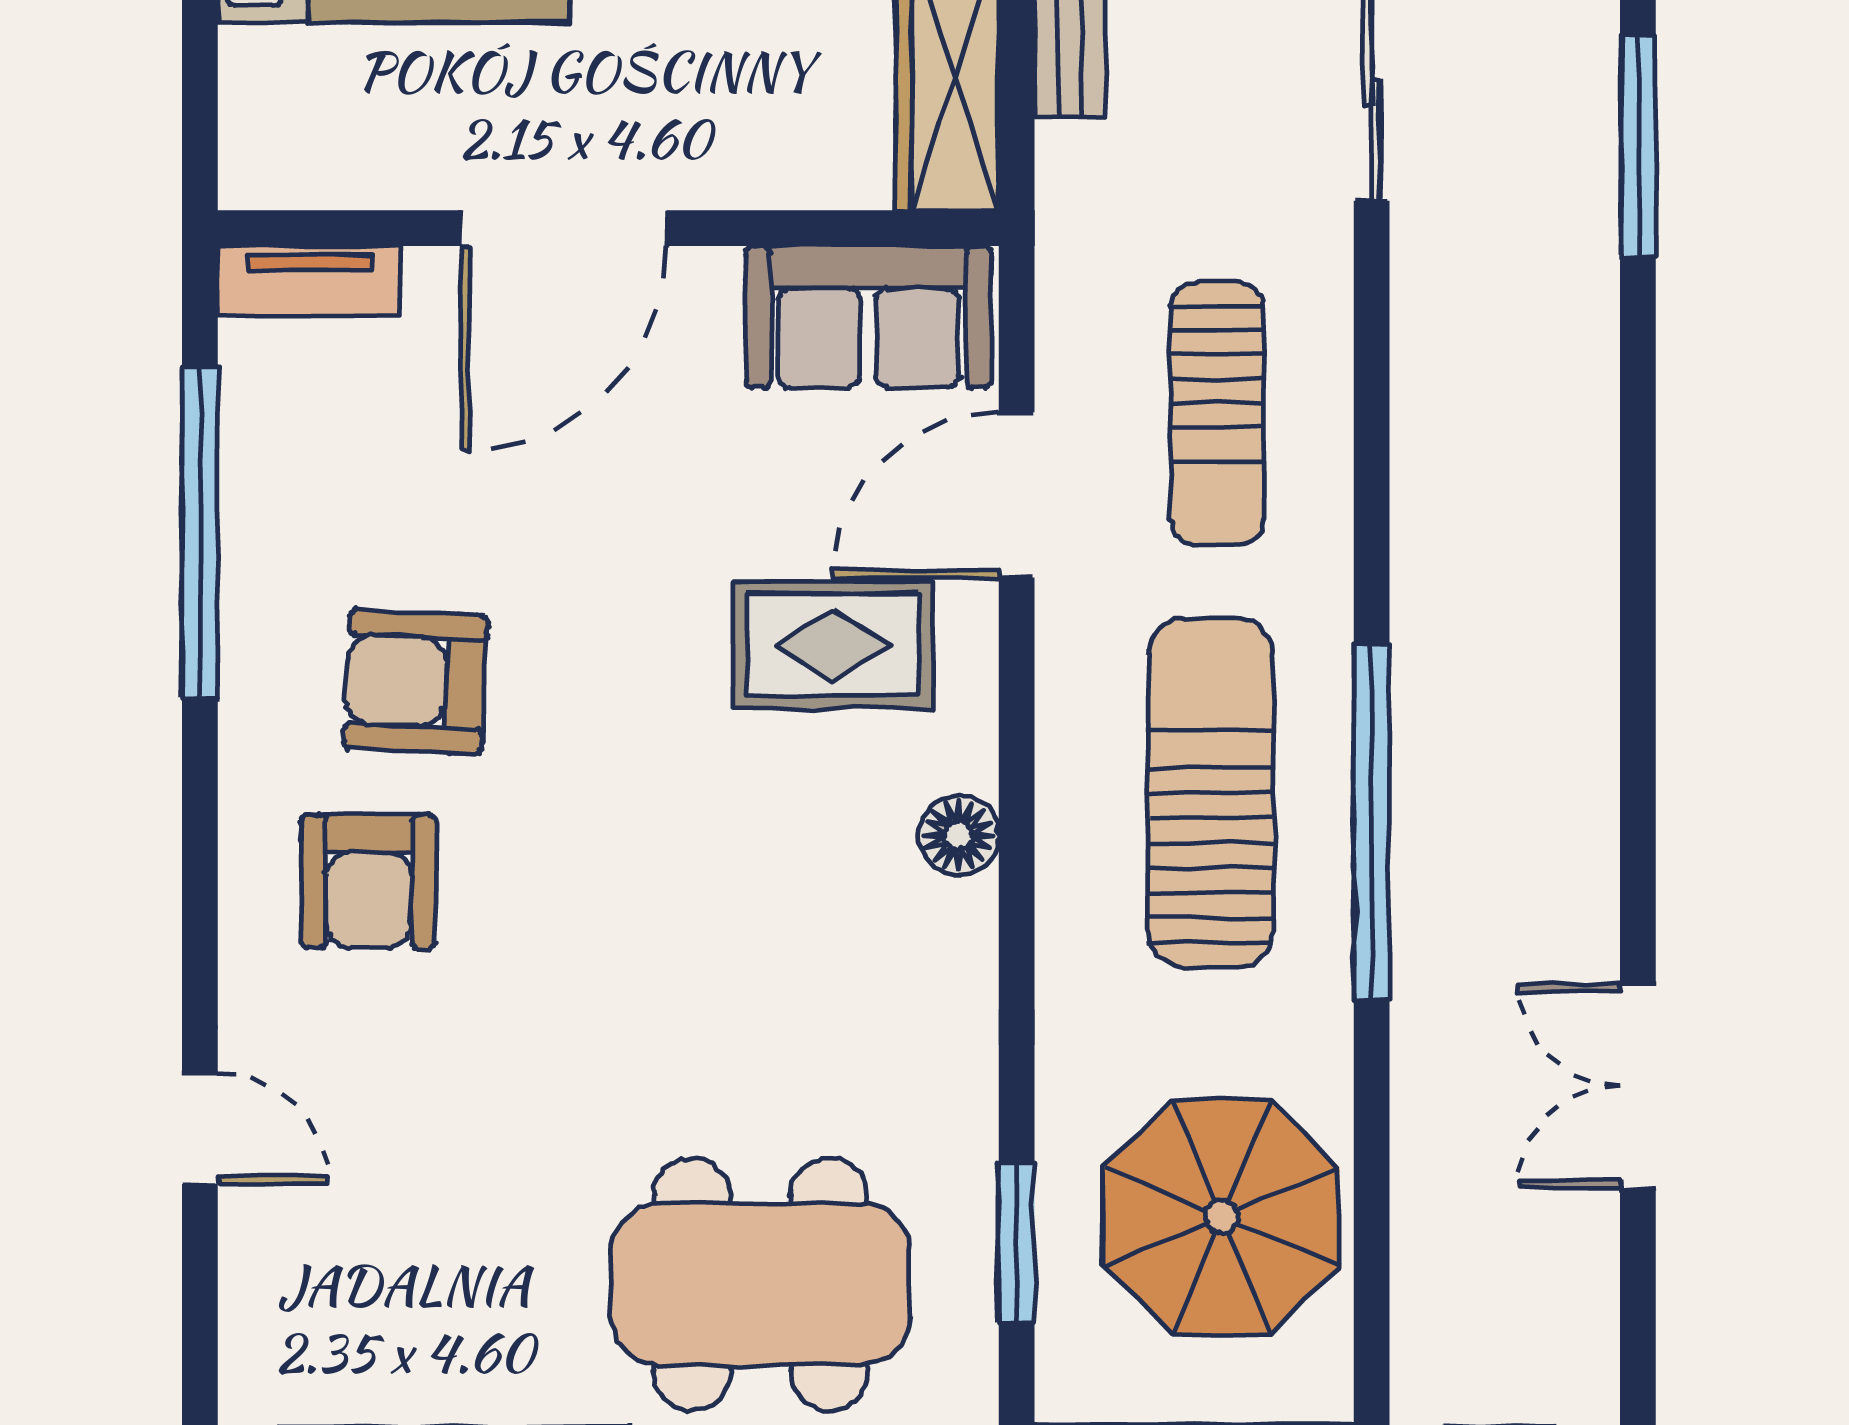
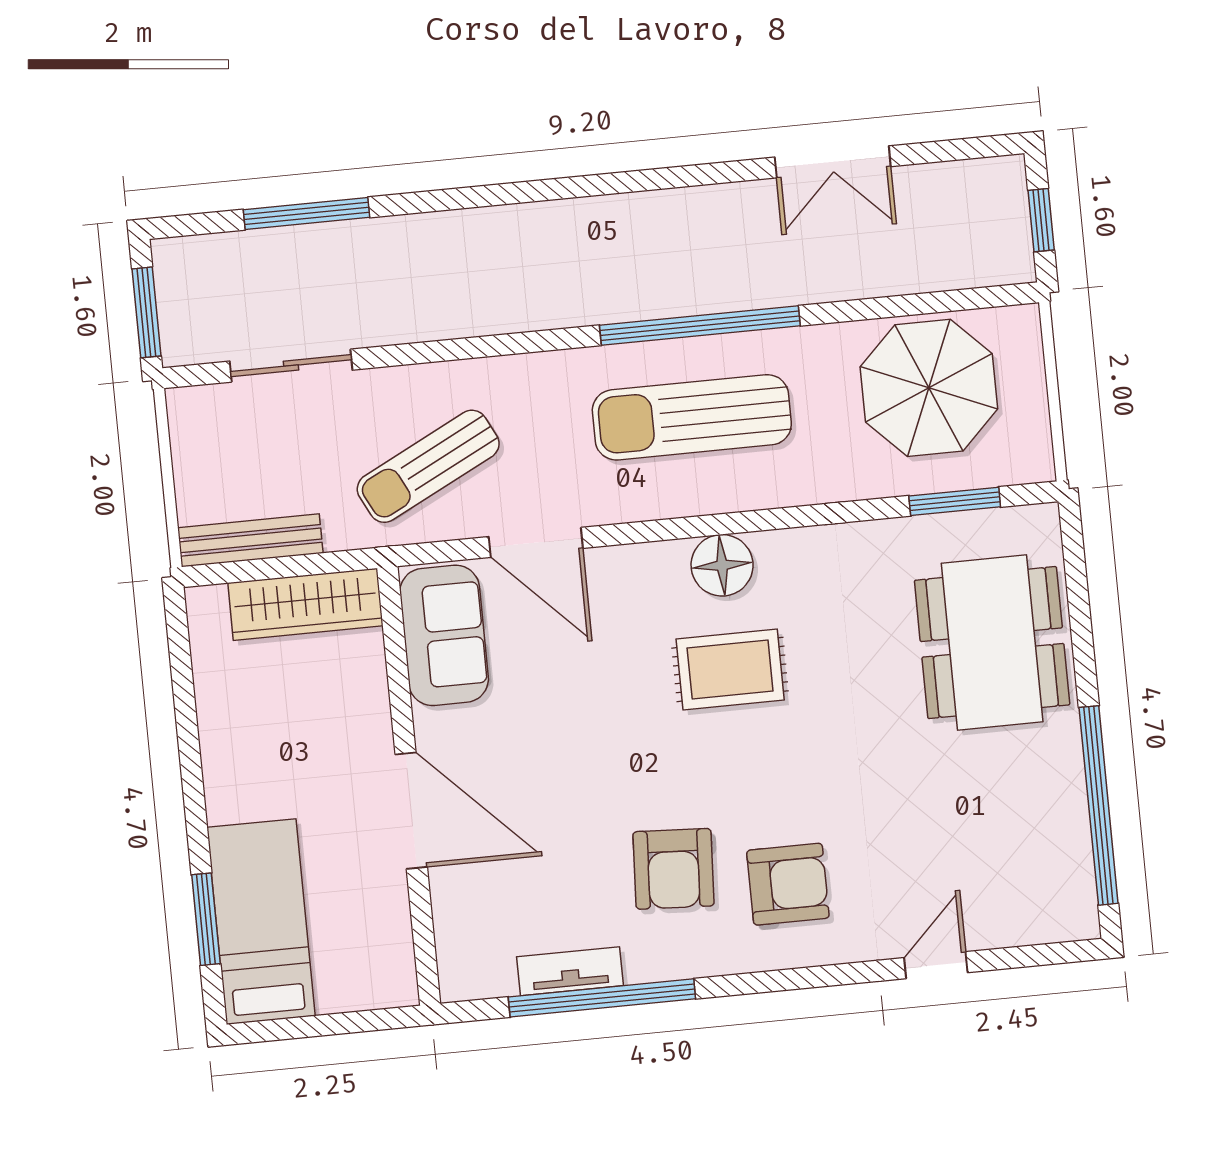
tv unit: (309, 281) -> (570, 971), moved, turned -90
sun lounger: (1217, 414) -> (428, 466), moved, turned 153
rug: (833, 645) -> (730, 670), moved, turned 90
floor lamp: (959, 835) -> (722, 565), width x1.38, depth x1.38

